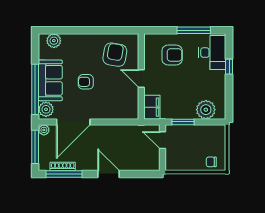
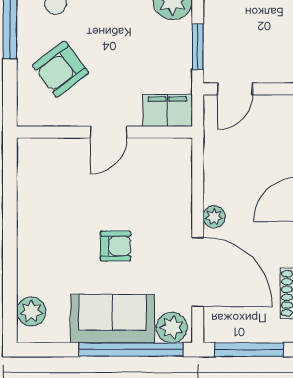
armchair: (115, 55) -> (60, 186), removed
armchair: (172, 55) -> (61, 69), turned -127
armchair: (86, 82) -> (116, 246), turned -90
plant: (44, 130) -> (214, 217), moved

